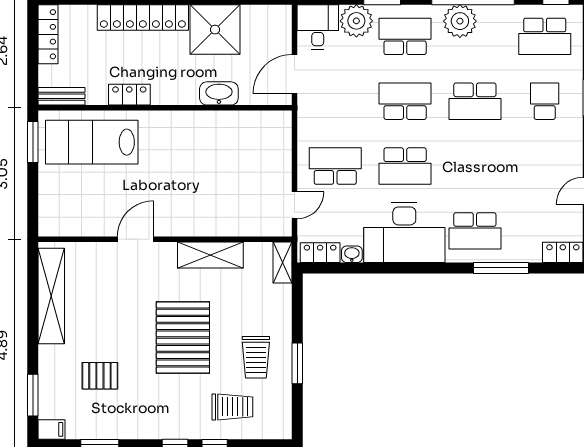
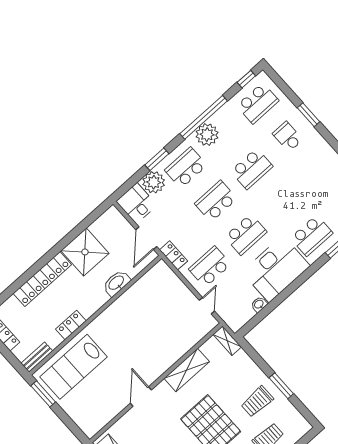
locker: (320, 253) -> (174, 255), moved, turned 90
trolley: (256, 357) -> (257, 402), turned 90

